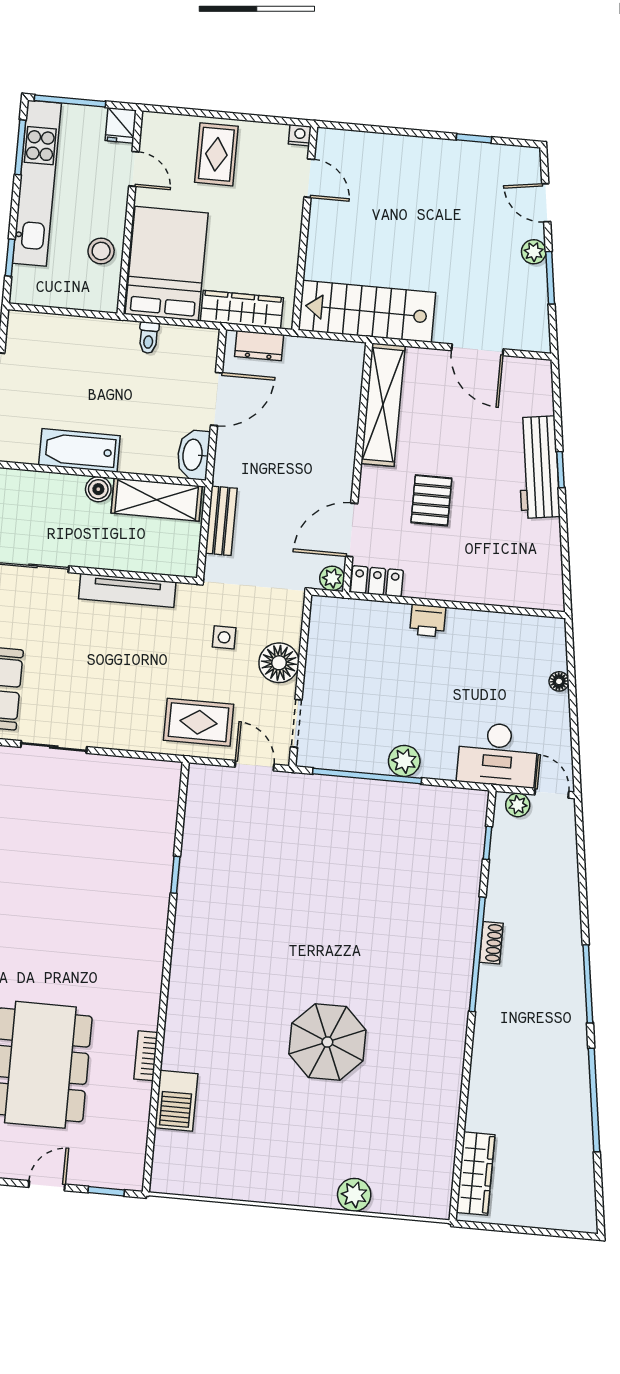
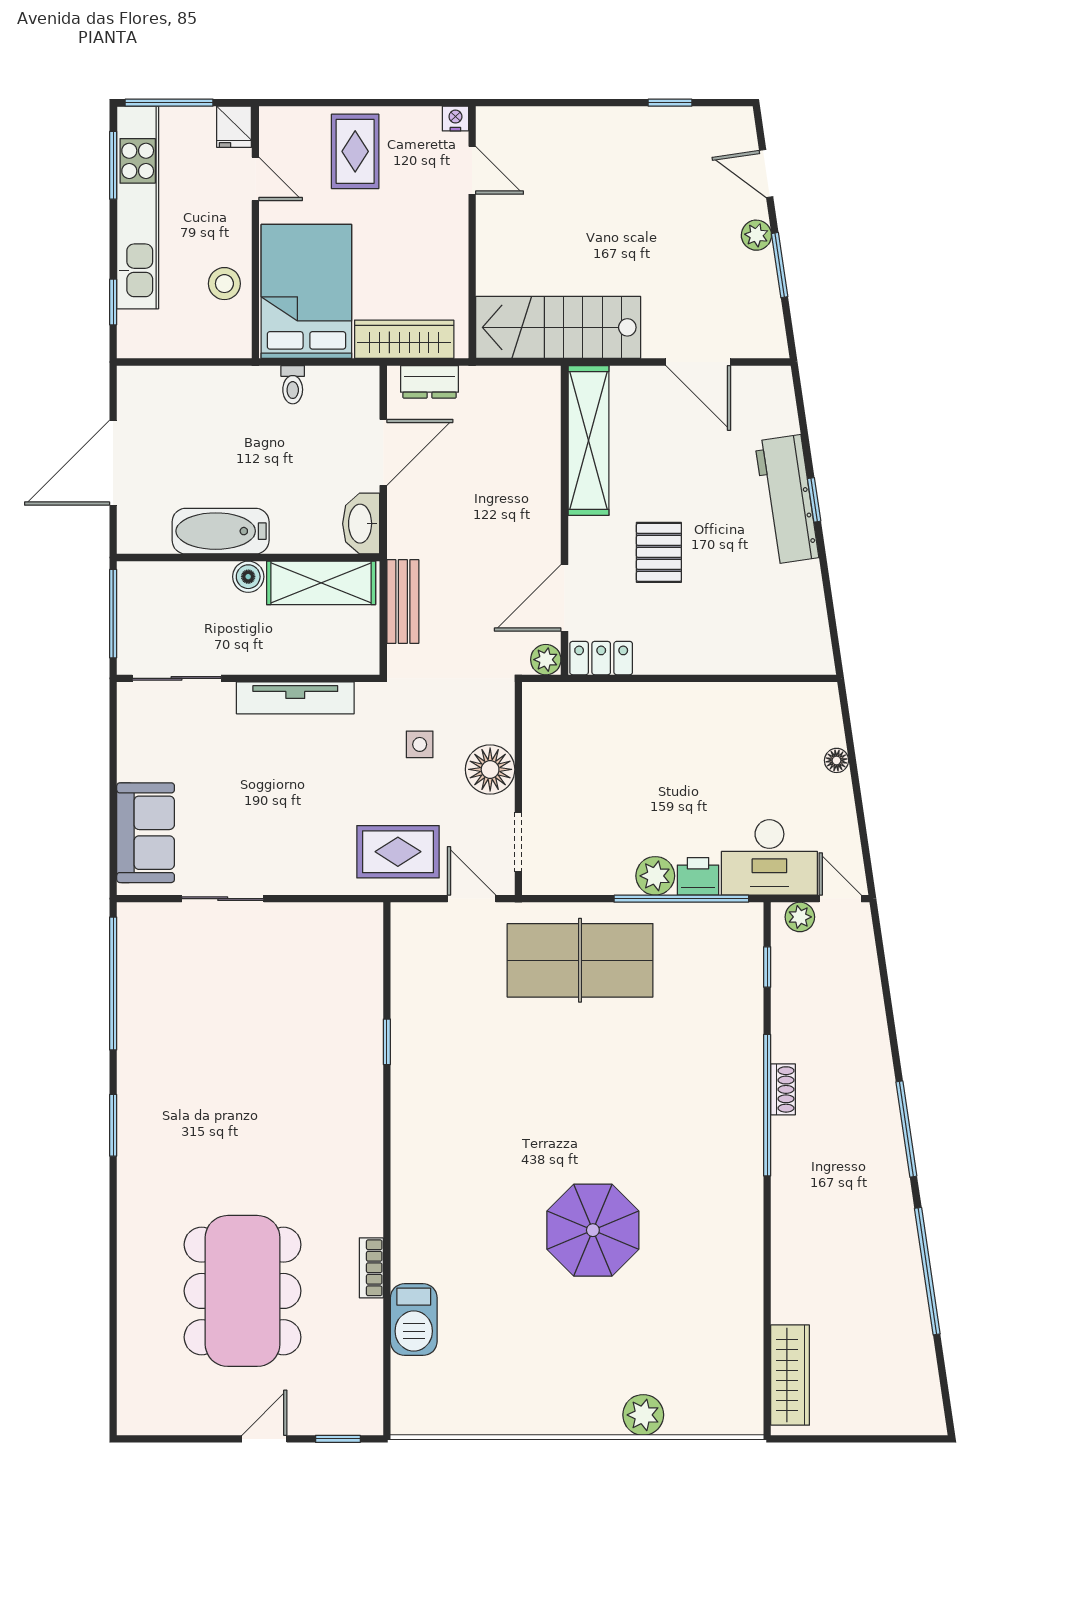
printer: (428, 621) -> (698, 876), moved, turned 180
window: (367, 776) -> (681, 899), moved
table tennis table: (337, 823) -> (580, 960), added

